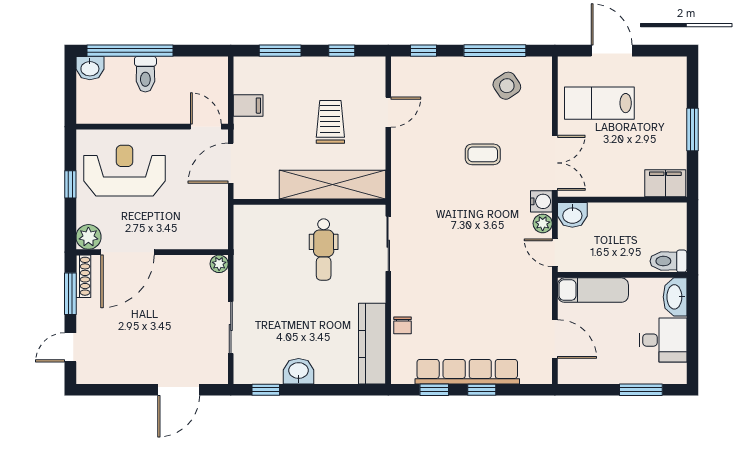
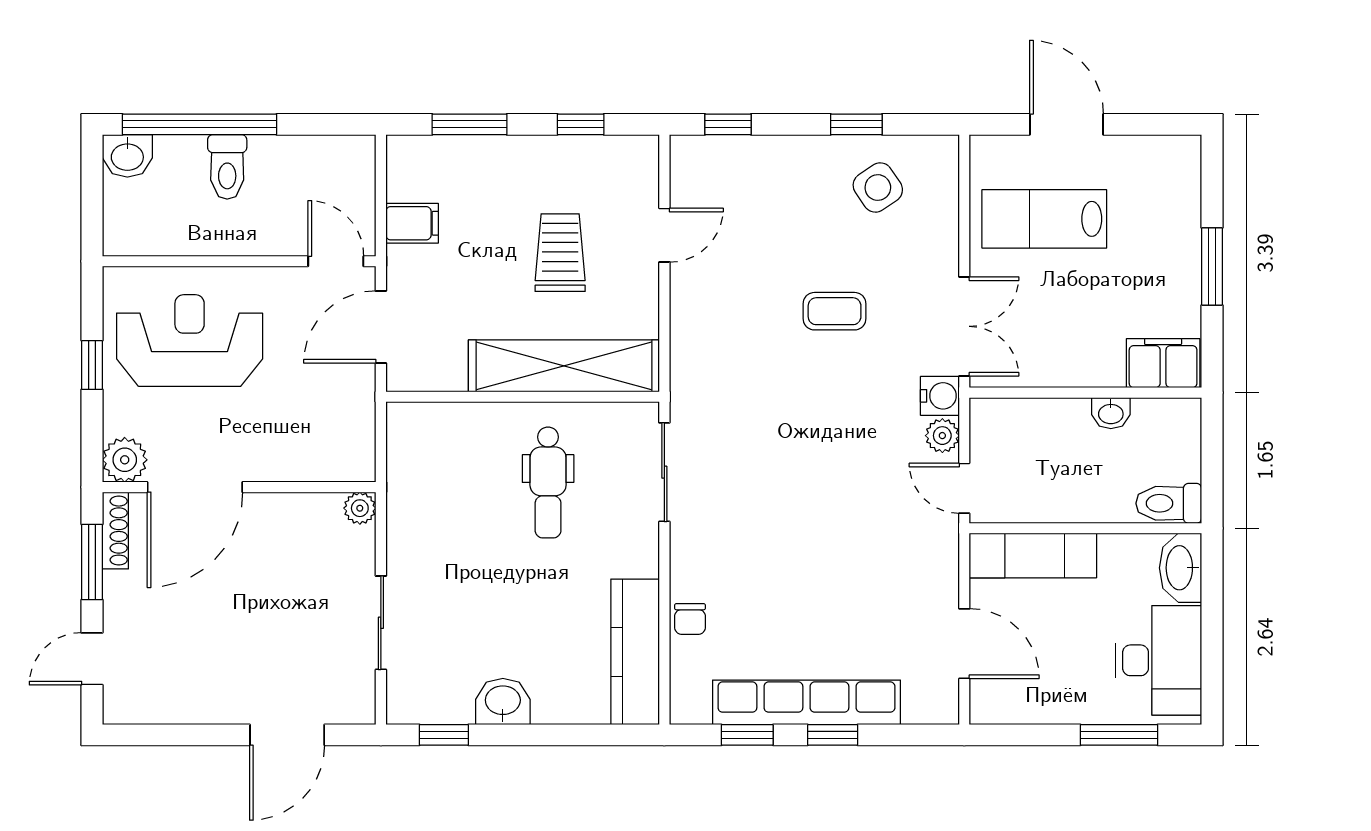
window: (495, 51) -> (856, 124), width x0.46
washbasin: (572, 215) -> (1111, 413), moved, width x0.72, depth x0.69
desk: (663, 340) -> (1159, 660), width x1.37

